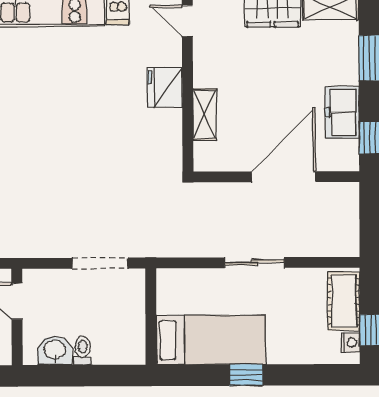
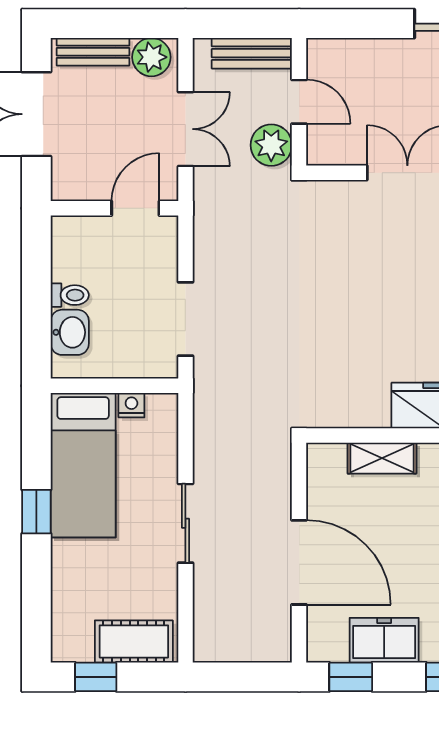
nightstand: (351, 343) -> (131, 405), moved, turned 180
washbasin: (55, 351) -> (70, 332), moved

